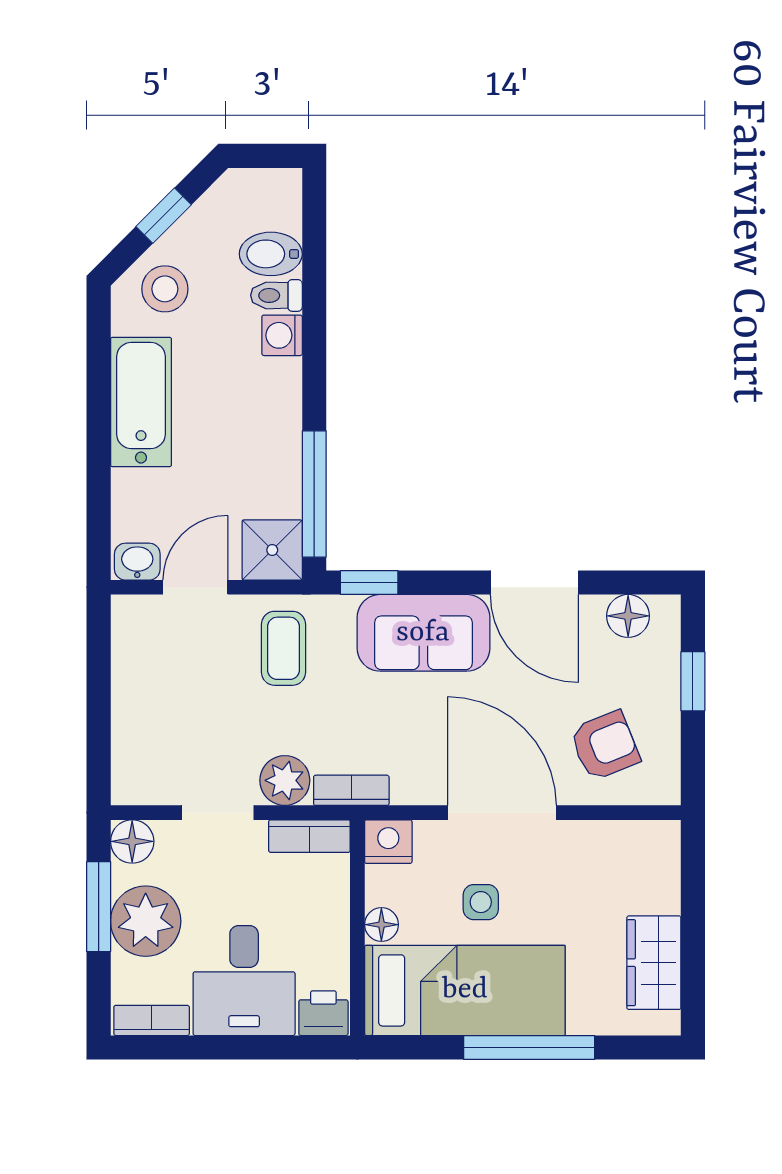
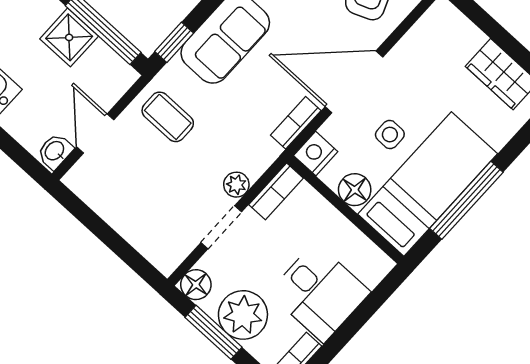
shower: (272, 550) -> (69, 37), moved
plant: (285, 780) -> (236, 185), width x0.73, depth x0.73
bookcase: (351, 790) -> (296, 123), moved
floor lamp: (381, 925) -> (355, 190), width x1.37, depth x1.37
printer: (323, 1013) -> (373, 267), removed
window: (529, 1048) -> (466, 200), moved

